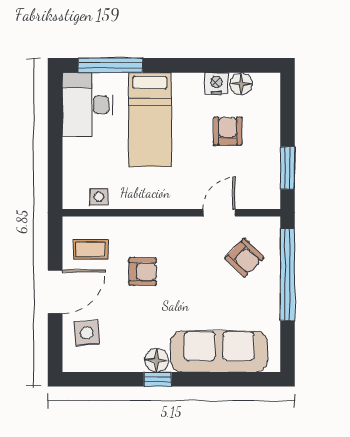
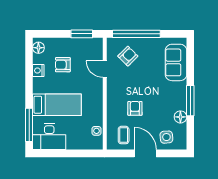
floor lamp: (241, 84) -> (38, 48), moved
sofa: (219, 351) -> (176, 62), width x0.73
floor lamp: (157, 360) -> (180, 117), moved
window: (158, 379) -> (190, 101), width x2.17

